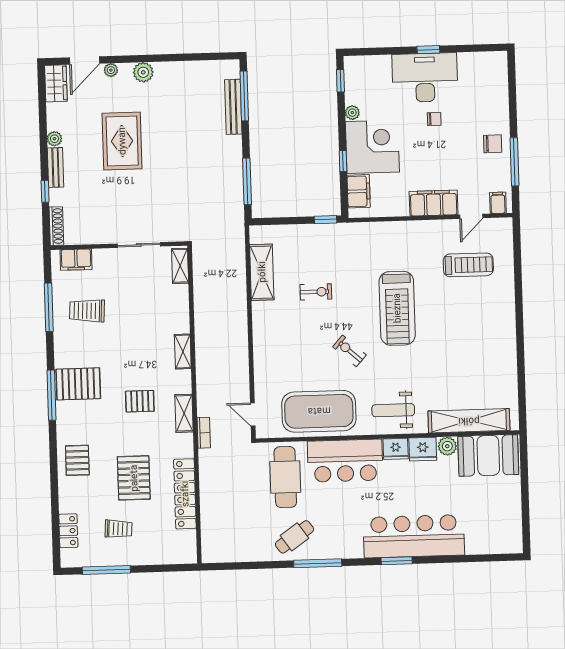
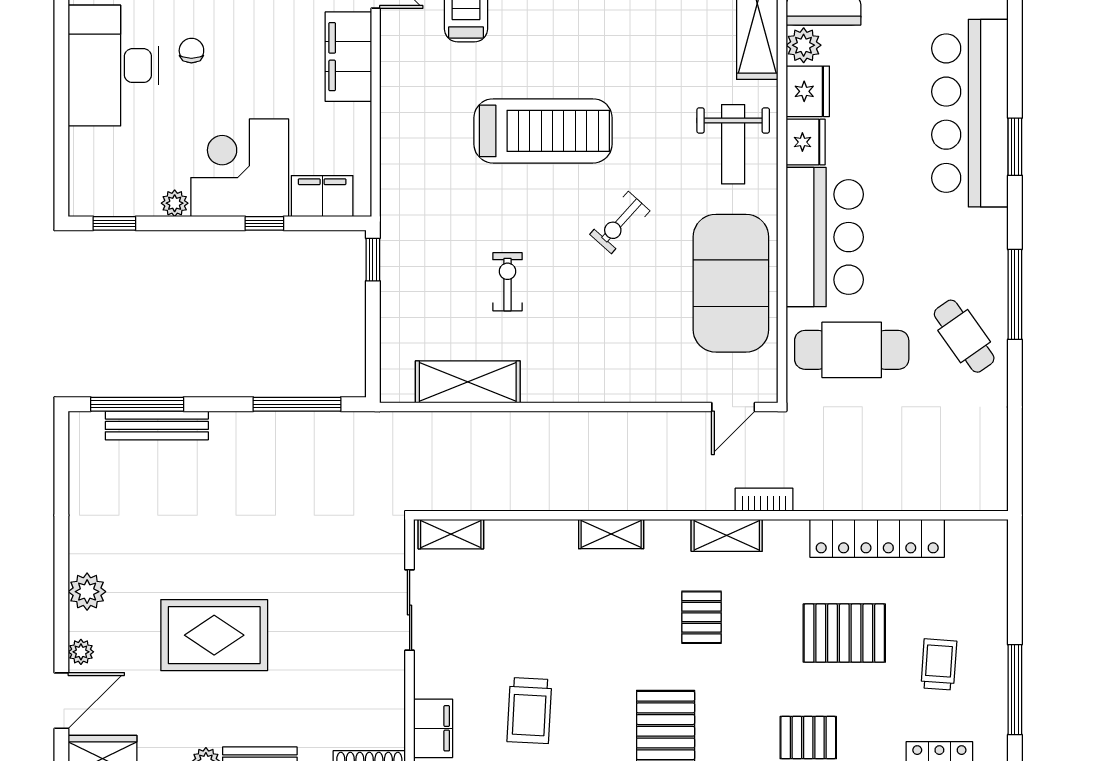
window: (428, 50) -> (61, 57), removed
door: (85, 60) -> (61, 701), hinge flipped

